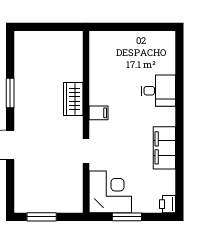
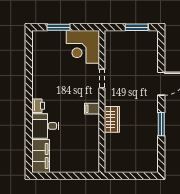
filing cabinet: (164, 148) -> (41, 156), moved
printer: (168, 204) -> (38, 106), moved
window: (127, 217) -> (59, 27), moved

